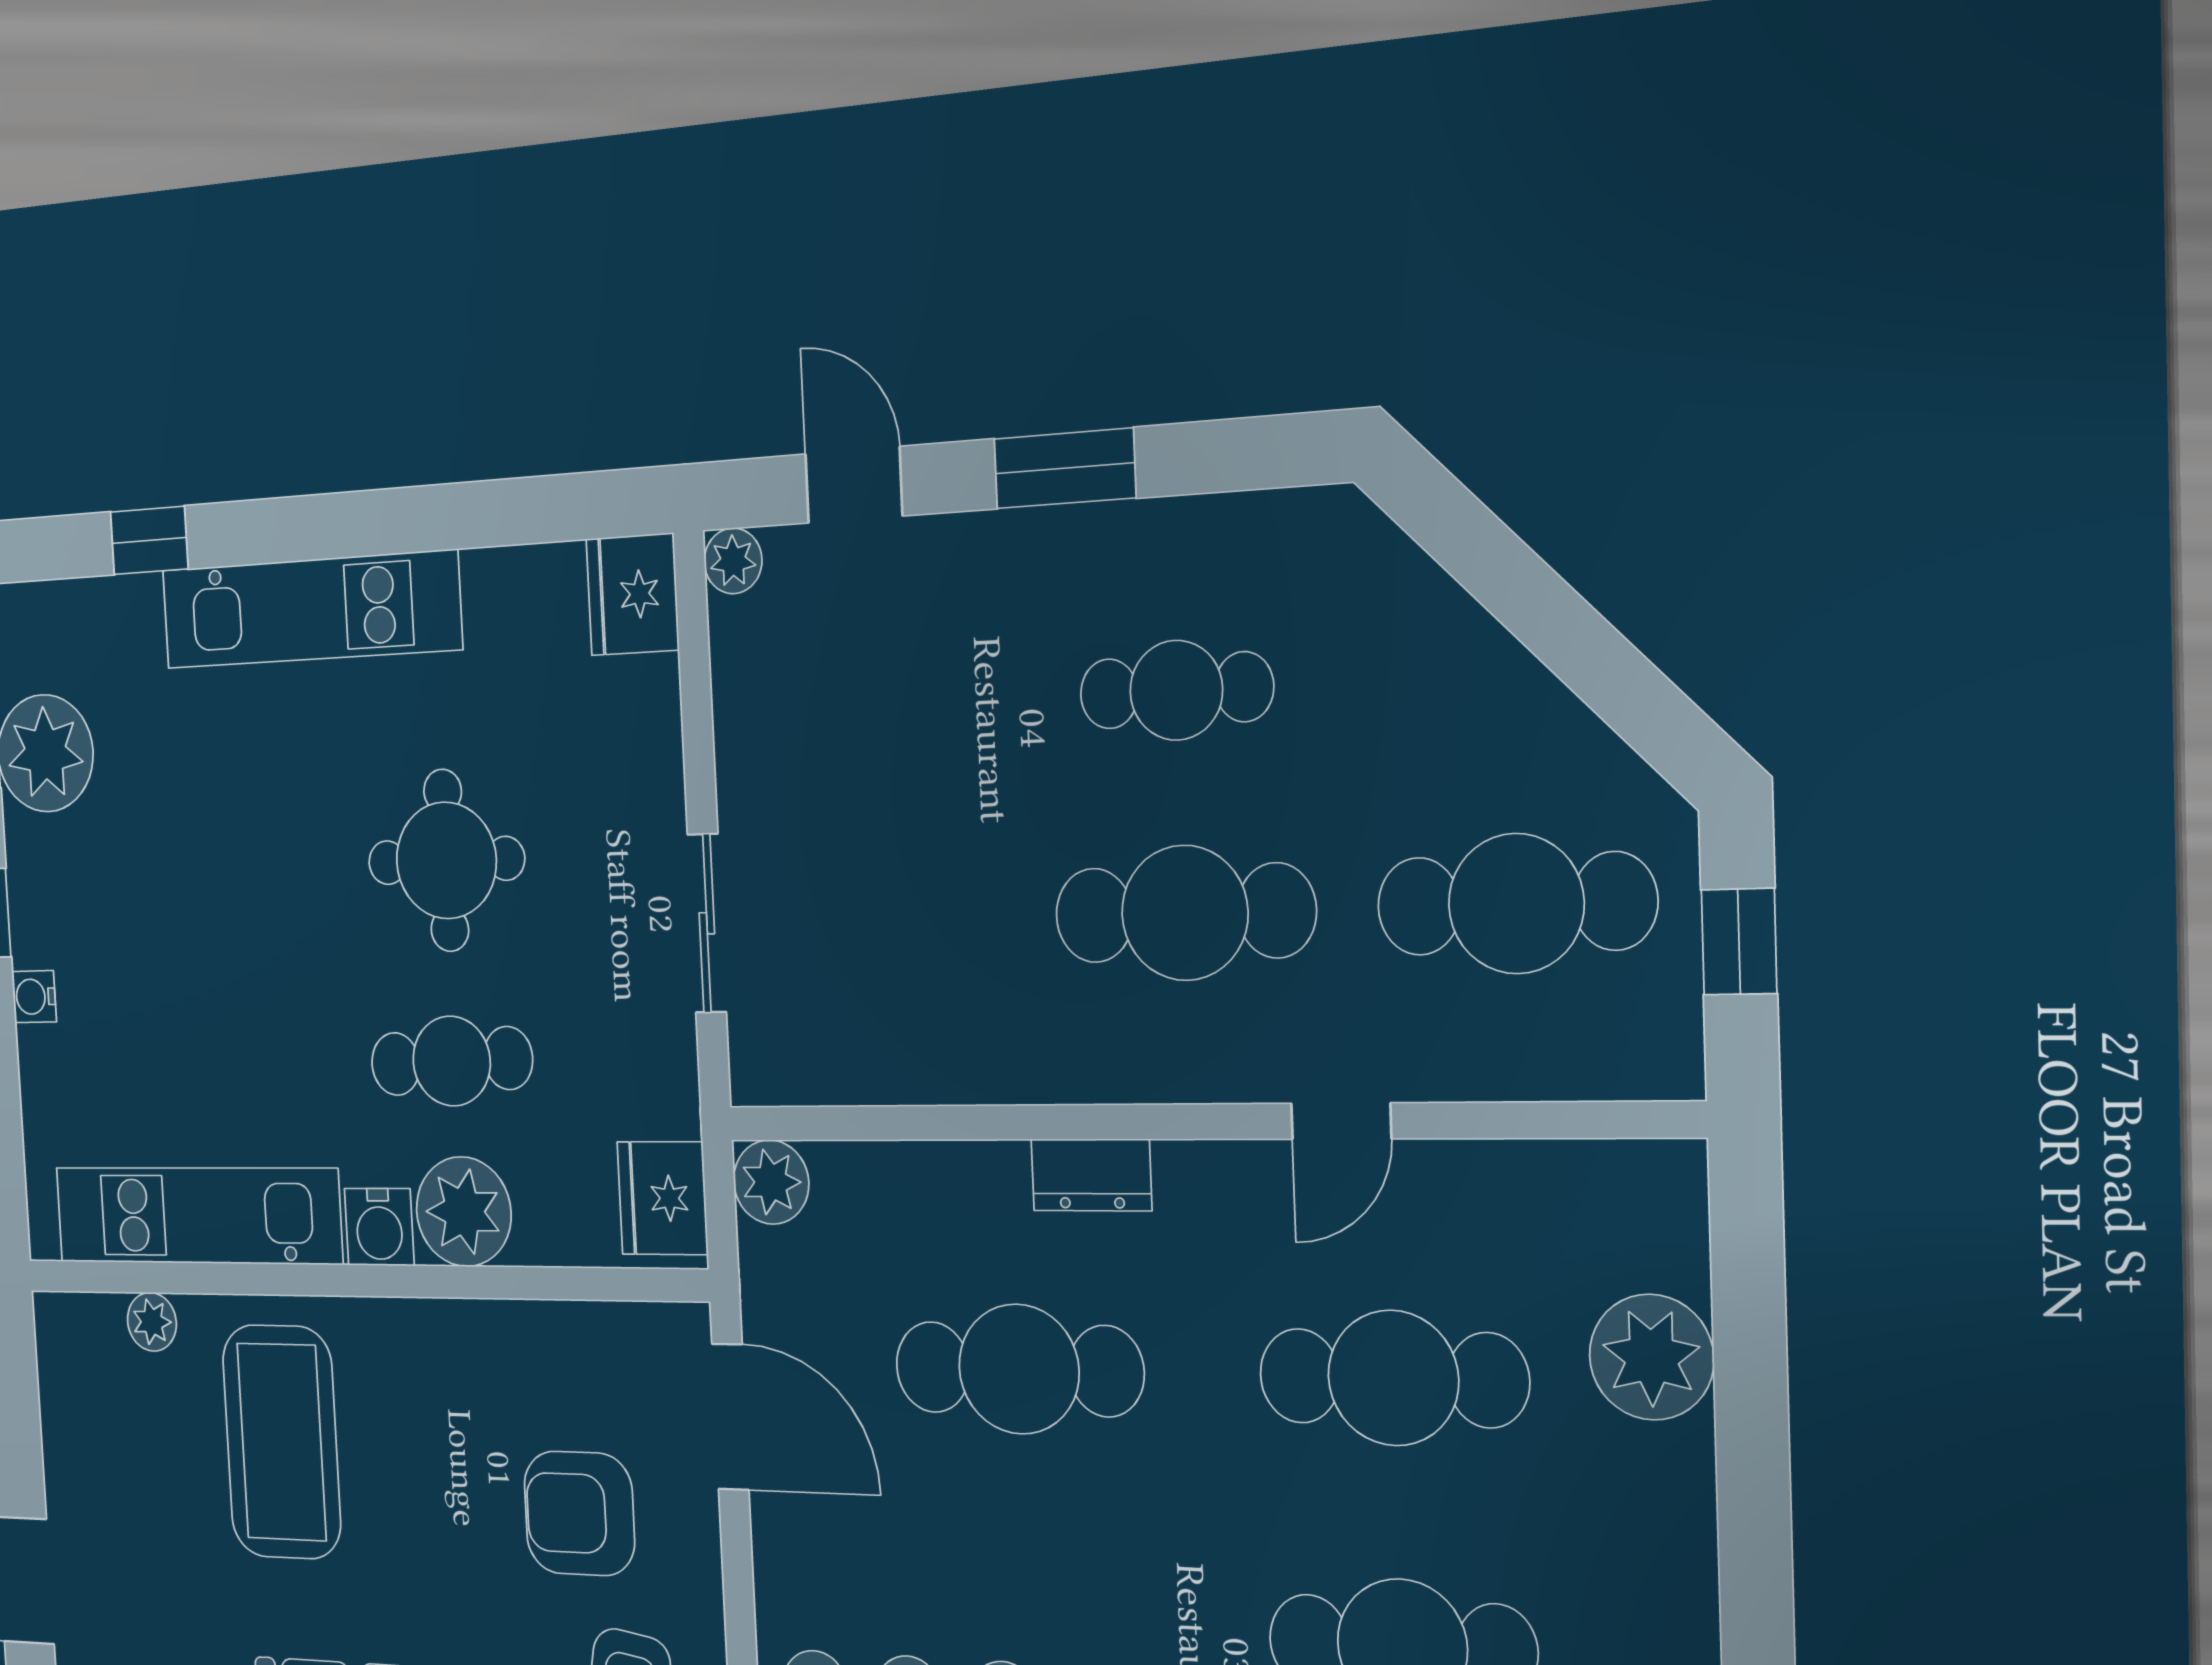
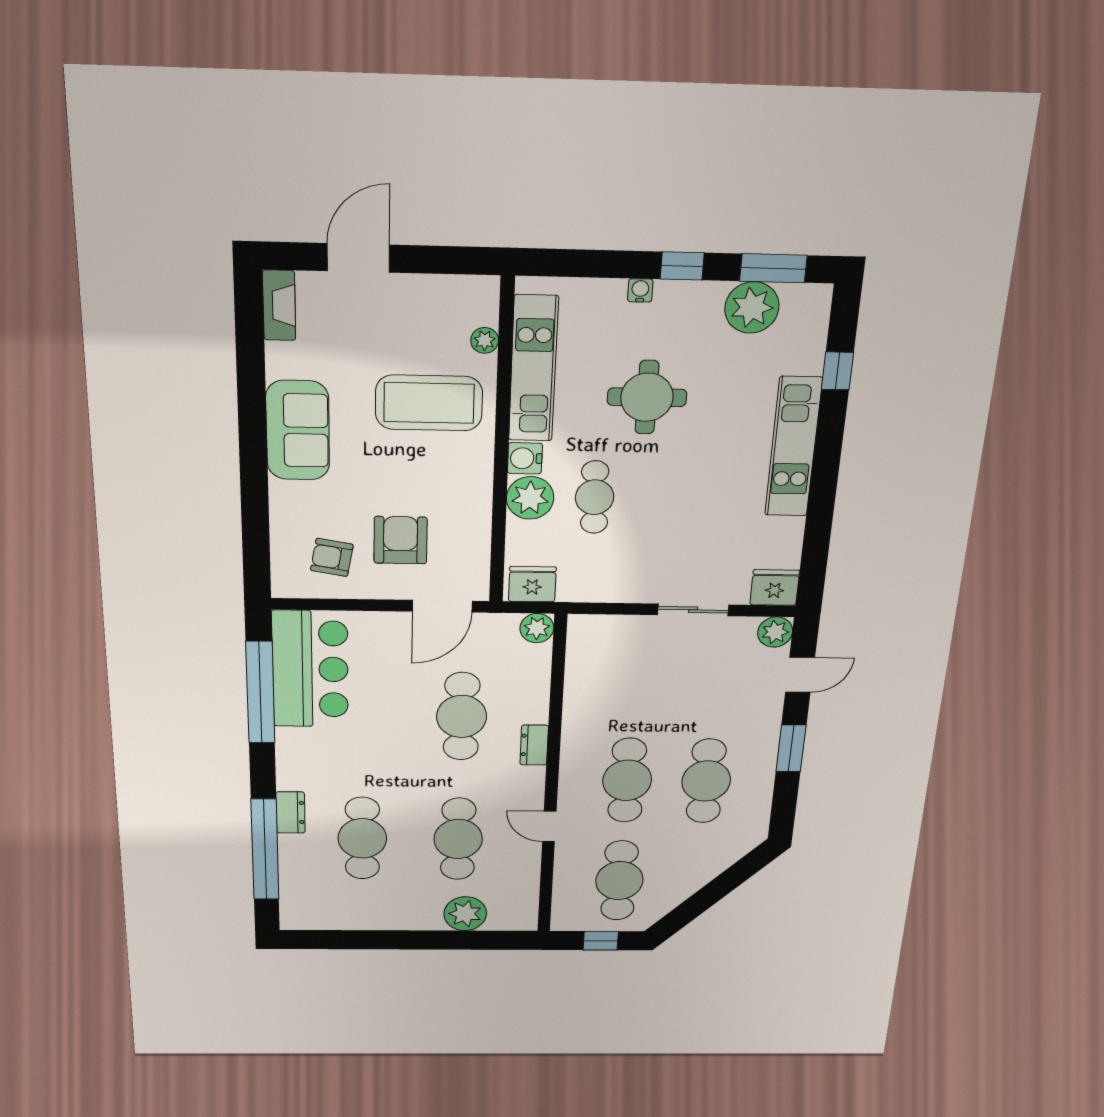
plant: (733, 561) -> (775, 632), width x1.38, depth x1.38
cafe table: (1176, 690) -> (706, 781), width x1.37, depth x1.35
round table: (446, 860) -> (647, 397), moved
sliding door: (707, 923) -> (693, 610), moved

